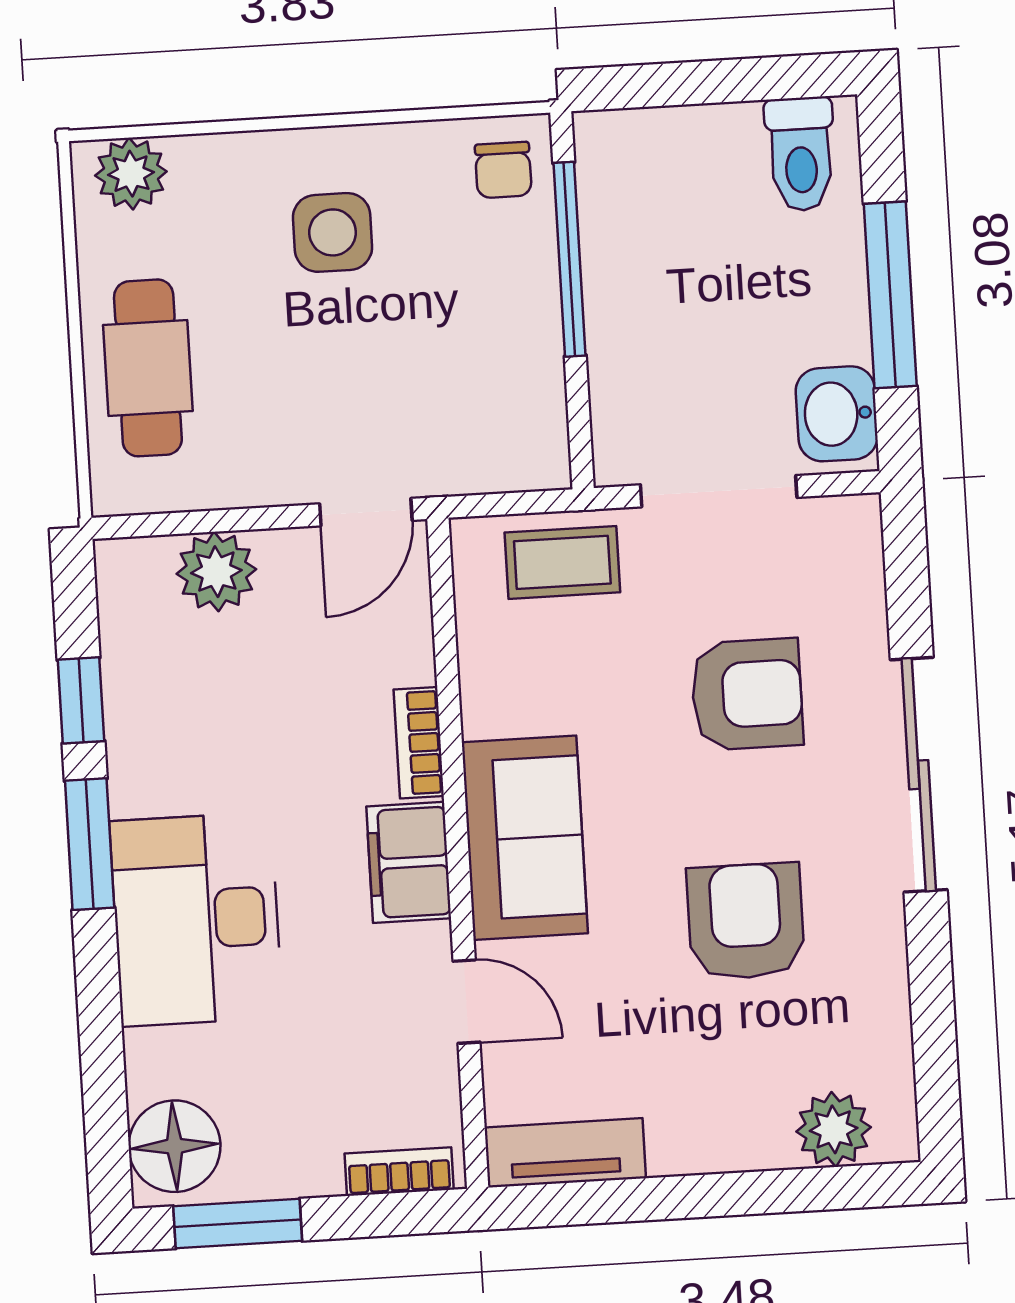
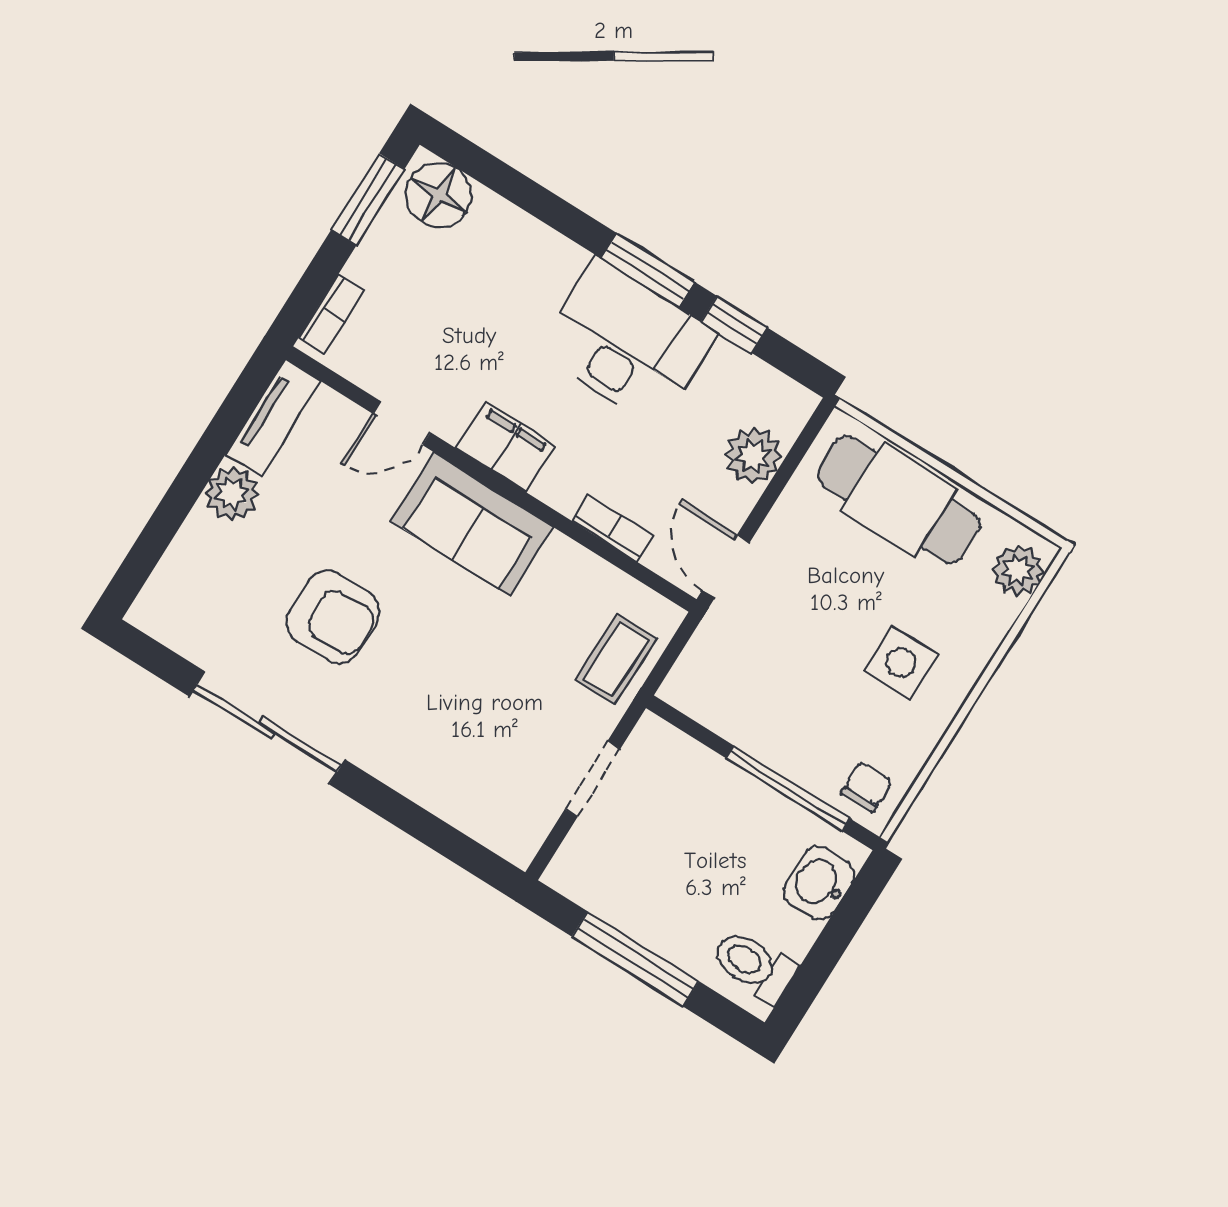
chair: (503, 170) -> (867, 787), turned 90
cafe table: (148, 368) -> (899, 500), width x1.37, depth x1.35
washbasin: (837, 414) -> (819, 883), moved, turned -90
doorway: (719, 491) -> (593, 779), width x0.73
armchair: (747, 694) -> (464, 712), removed
bookcase: (419, 743) -> (613, 528), moved
sliding door: (919, 775) -> (267, 728), moved
desk: (196, 919) -> (627, 343), moved
plant: (834, 1129) -> (232, 494), moved

